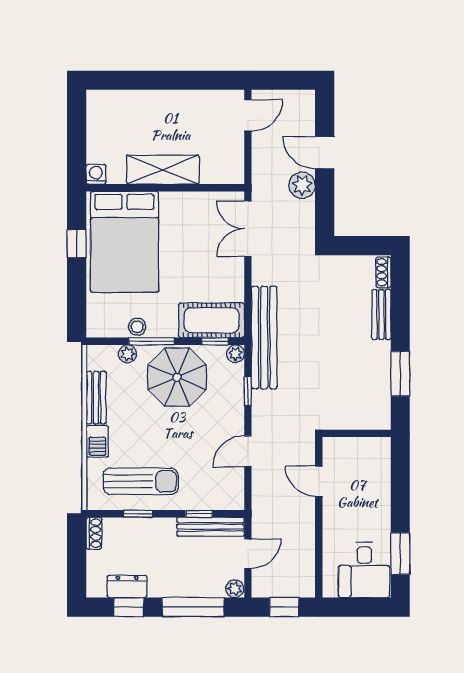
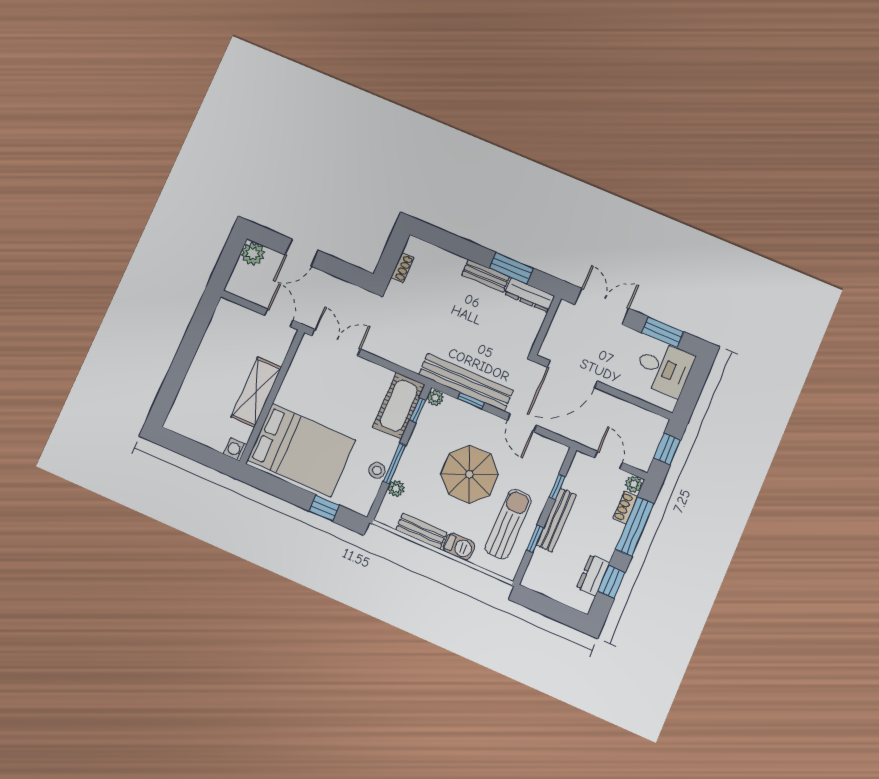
door: (248, 115) -> (279, 318), moved
plant: (302, 185) -> (253, 254), moved
double door: (248, 229) -> (336, 343), swing flipped
window: (77, 244) -> (324, 508), moved
shoe rack: (383, 272) -> (402, 268), moved, turned -90
bench: (381, 314) -> (486, 276), moved
bench: (264, 338) -> (466, 382), moved
parasol: (177, 377) -> (469, 474), moved
dresser: (381, 404) -> (529, 295), added
door: (319, 481) -> (572, 374), width x1.88
double door: (400, 482) -> (602, 306), added
bench: (211, 527) -> (556, 520), moved
shoe rack: (94, 533) -> (625, 508), moved, turned -90

